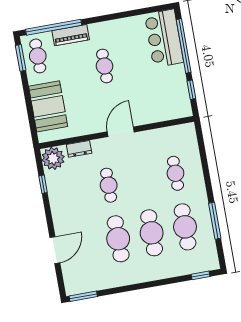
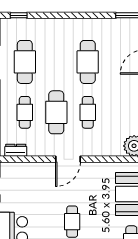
dresser: (79, 149) -> (16, 150), moved
cafe table: (152, 233) -> (56, 112), moved

